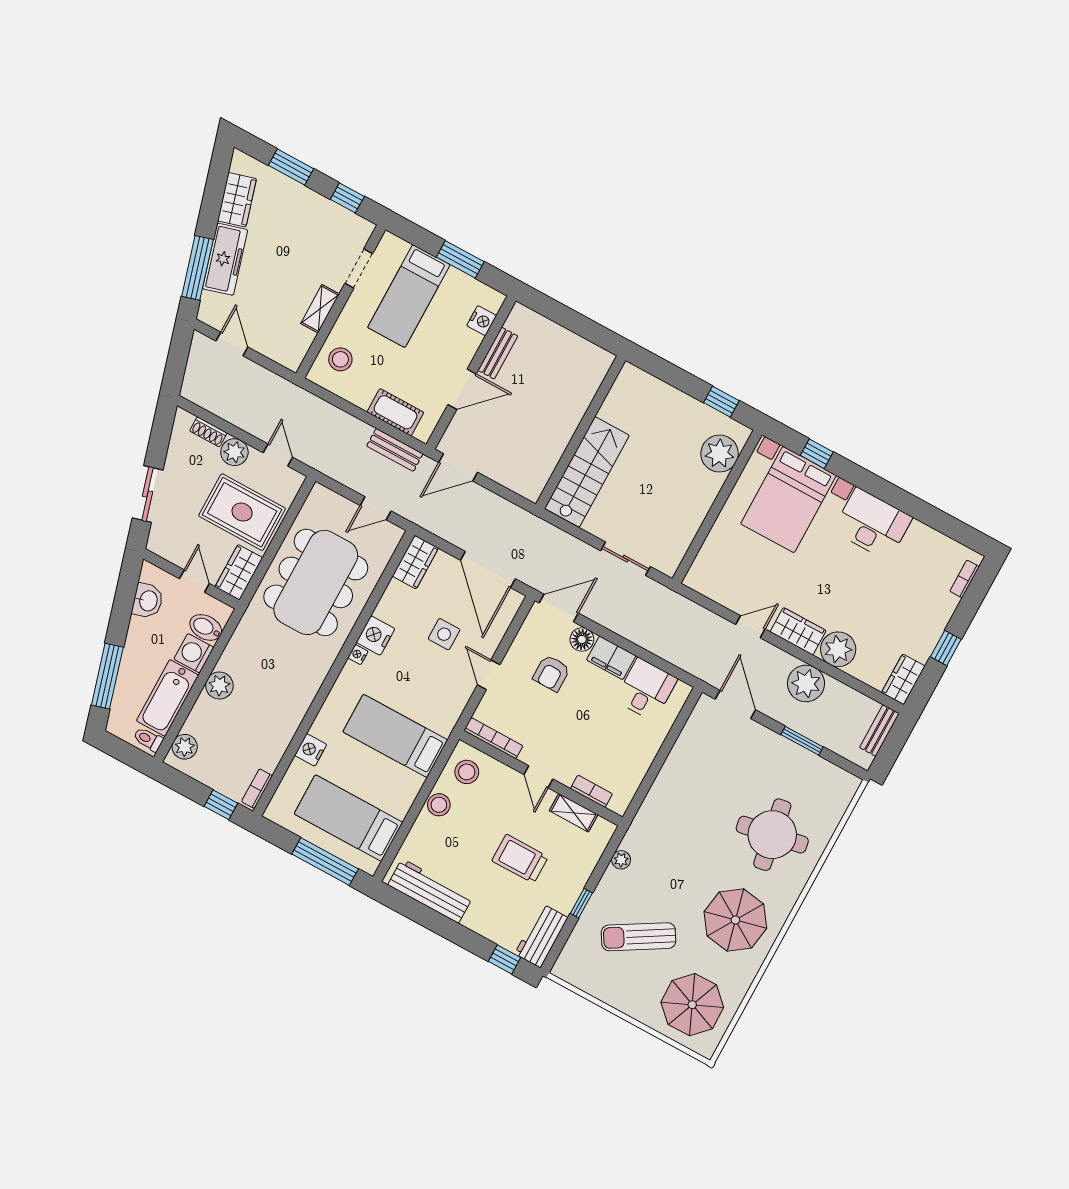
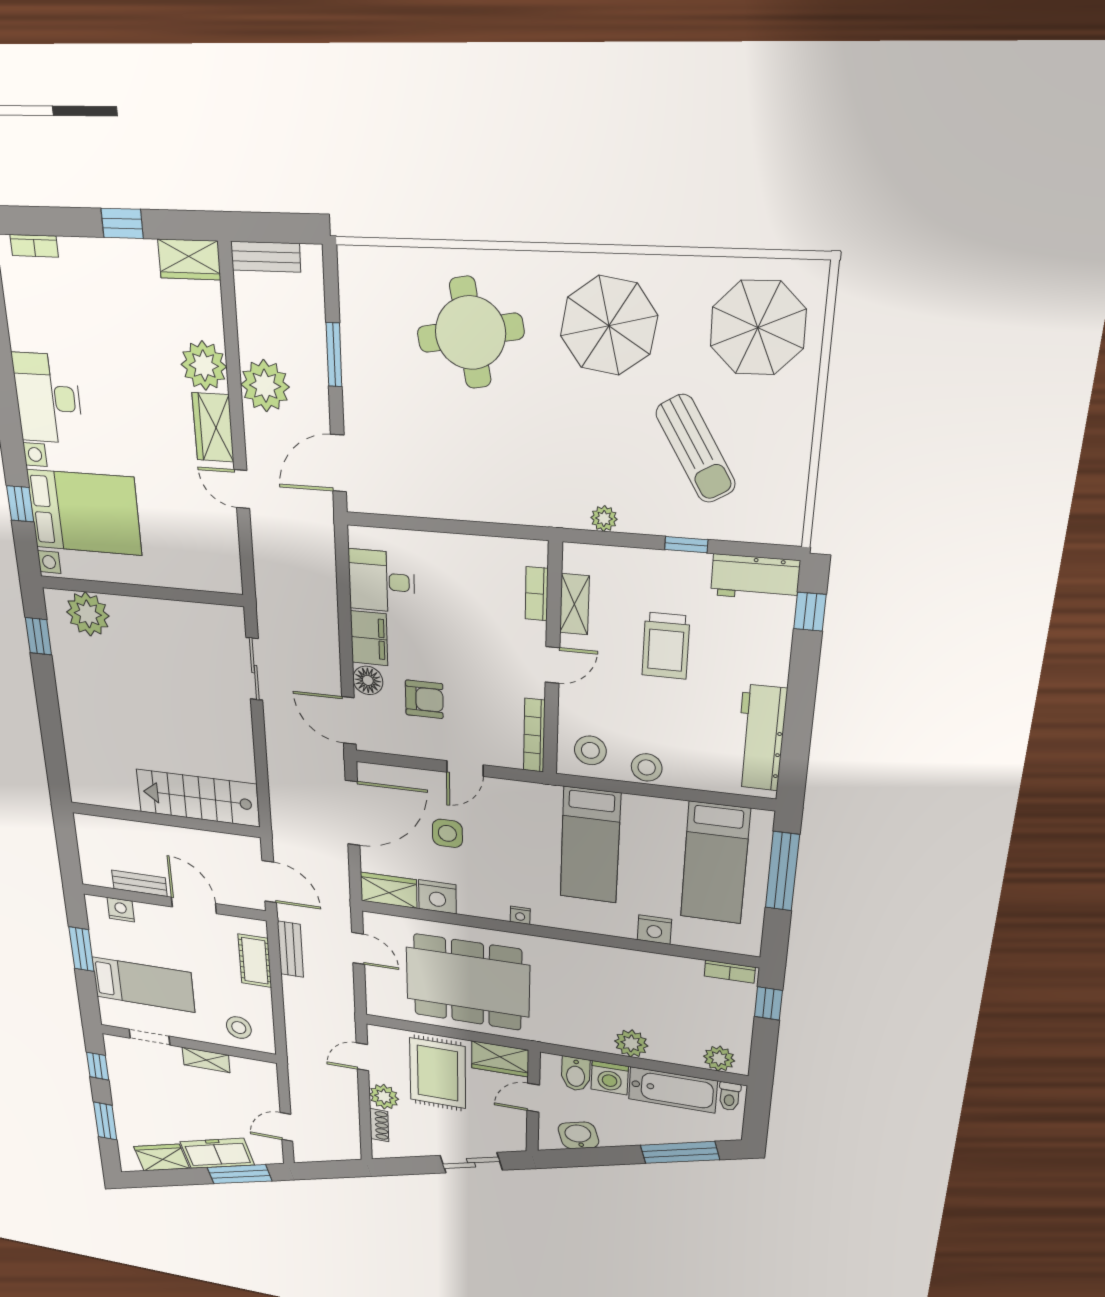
wall: (581, 432) -> (165, 820), moved
stairs: (587, 472) -> (198, 798), moved
nightstand: (376, 636) -> (437, 897), moved

